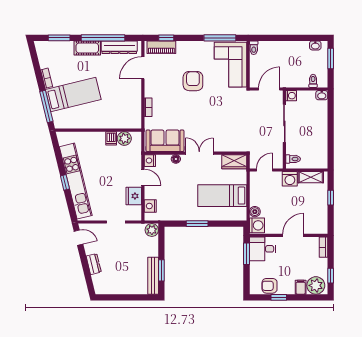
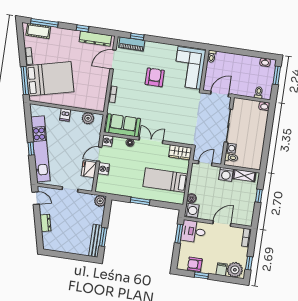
window: (59, 38) -> (44, 23), width x1.44
window: (103, 38) -> (82, 28), width x0.32
window: (220, 38) -> (184, 43), removed
cot: (87, 48) -> (38, 31), moved
bed: (73, 95) -> (50, 79), width x1.50
washing machine: (291, 96) -> (231, 148), moved
dishwasher: (111, 138) -> (65, 115), moved
door: (143, 177) -> (99, 154), swing flipped
nightstand: (150, 206) -> (103, 169), moved

